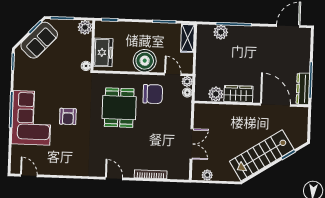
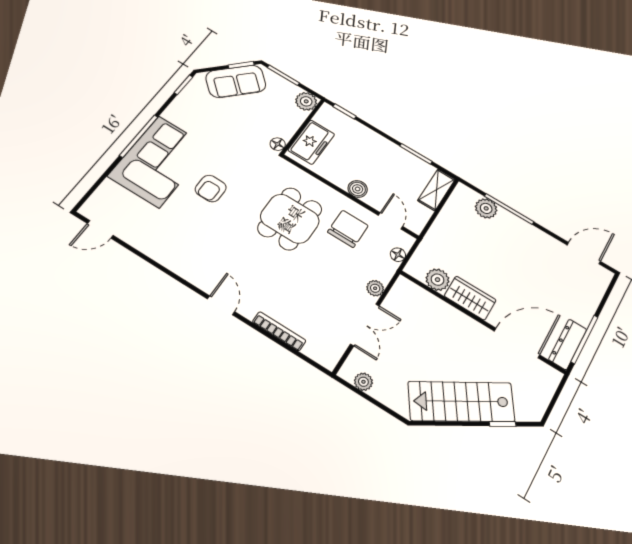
boiler: (145, 61) -> (358, 189), width x0.54, depth x0.54
plant: (187, 81) -> (375, 288), moved
chair: (153, 94) -> (348, 229), turned -90
door: (275, 105) -> (517, 343), hinge flipped
door: (29, 176) -> (100, 229), swing flipped

